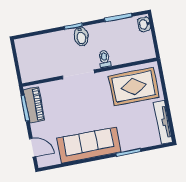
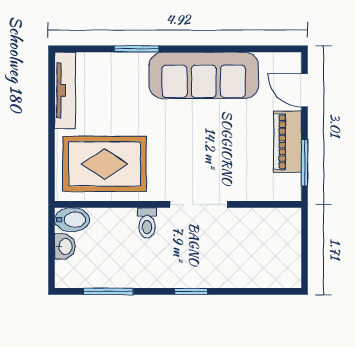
washbasin: (144, 24) -> (65, 247), moved
bidet: (81, 36) -> (72, 220), moved, turned 90
piano: (34, 105) -> (287, 142), moved

